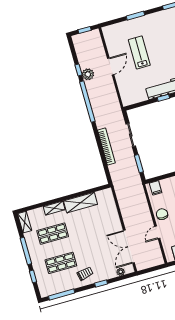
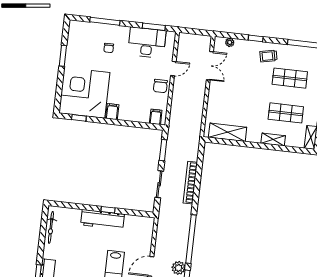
shelving: (81, 203) -> (228, 132), moved
double door: (129, 247) -> (210, 66), width x0.73

